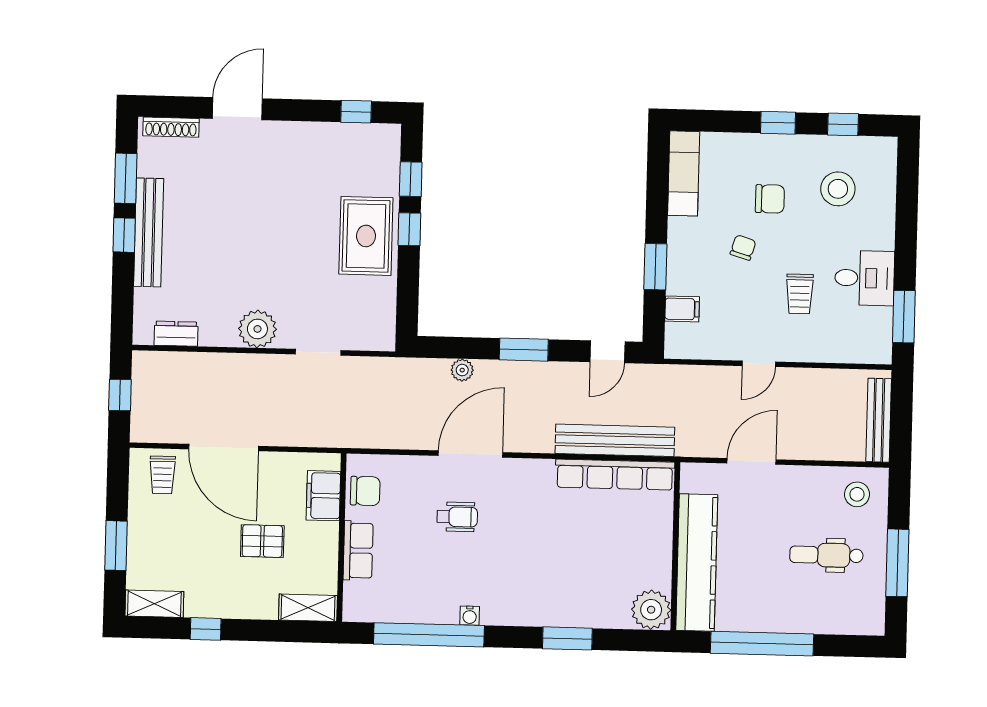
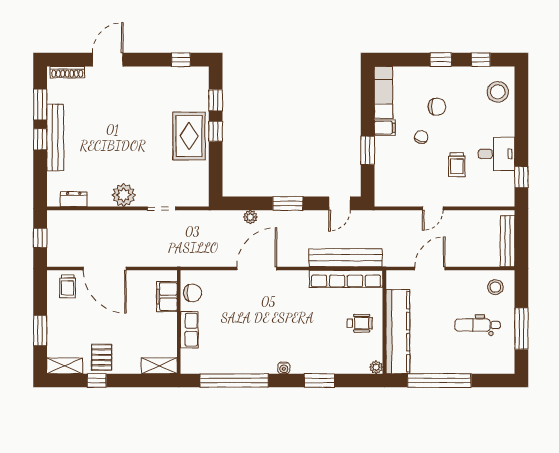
stool: (838, 189) -> (498, 92), moved
filing cabinet: (682, 309) -> (385, 128), moved
window: (904, 317) -> (521, 177), width x0.67
wheelchair: (457, 517) -> (360, 323), moved
pallet: (262, 541) -> (102, 357), moved, turned 90
plant: (651, 610) -> (376, 367), width x0.53, depth x0.53
water cooler: (470, 616) -> (284, 368), moved

